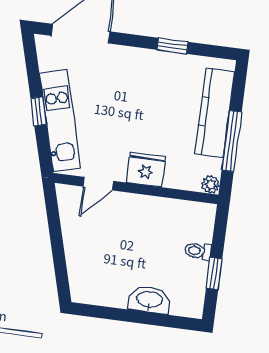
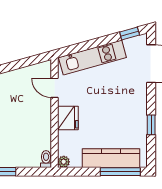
window: (39, 111) -> (130, 34), moved
window: (232, 141) -> (120, 172), moved
toilet: (198, 251) -> (46, 159), moved

